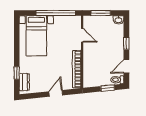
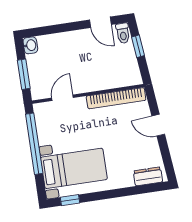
window: (126, 43) -> (65, 28), removed
window: (17, 73) -> (70, 200), moved

